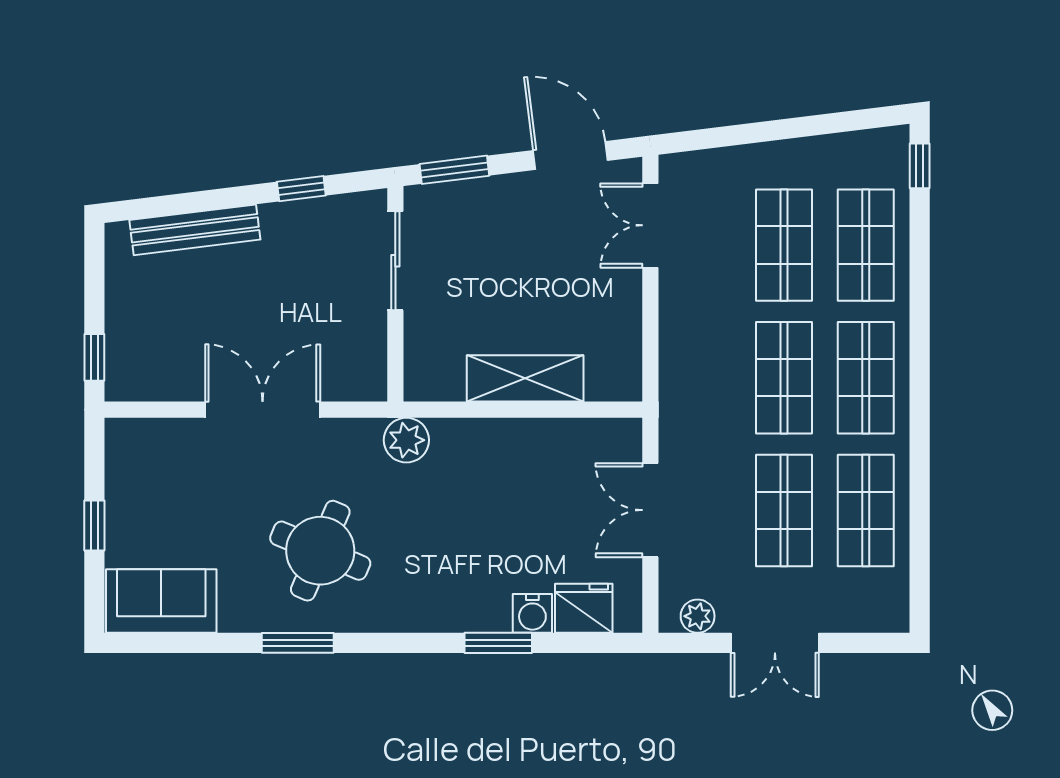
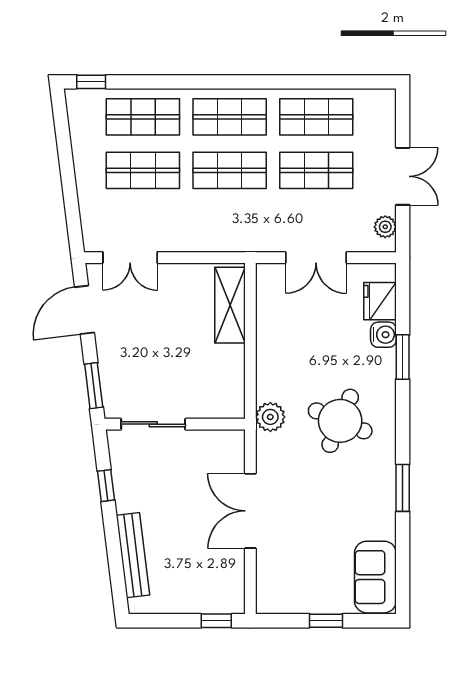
shelving: (525, 378) -> (230, 305), moved
round table: (320, 551) -> (340, 421), moved

